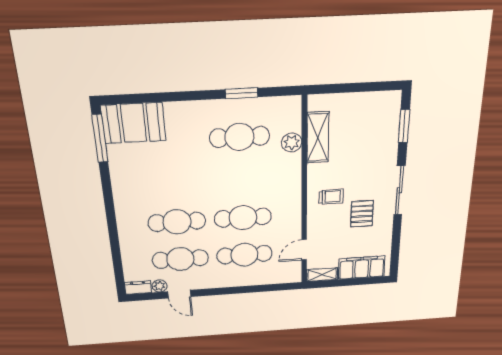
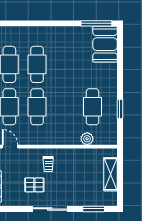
shelving: (318, 137) -> (110, 174), moved, turned 90

